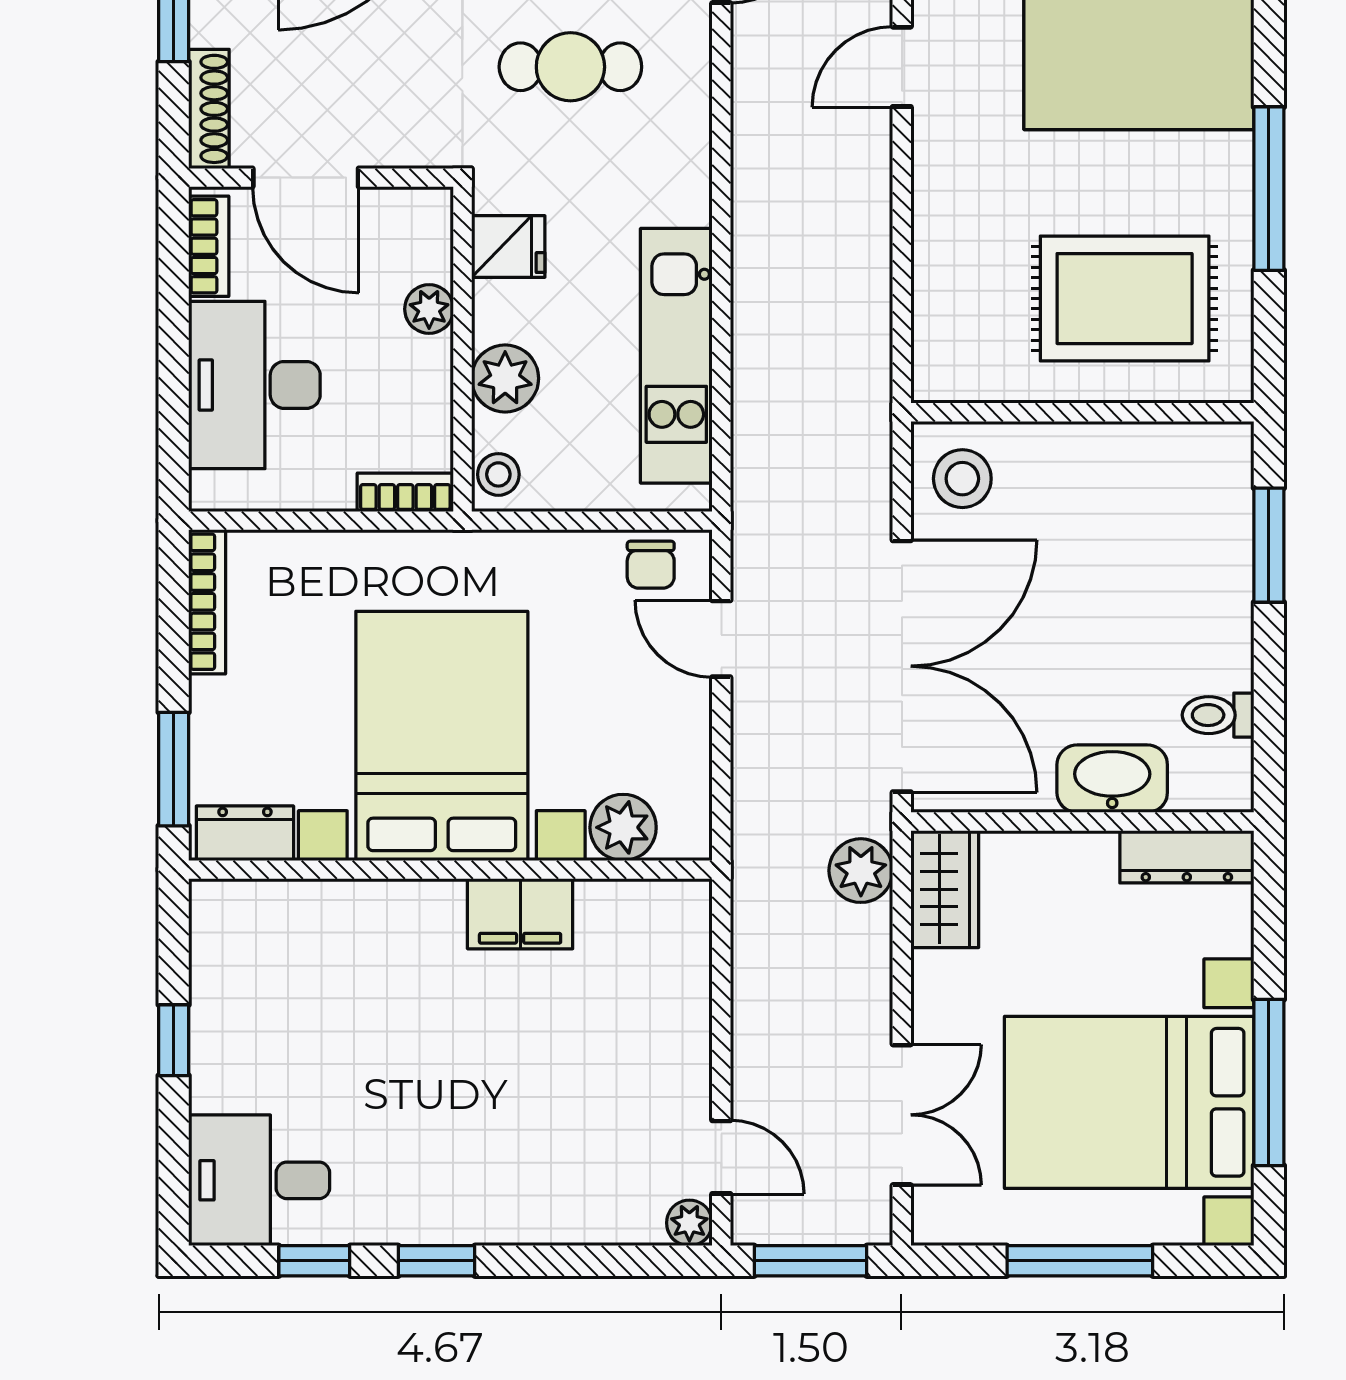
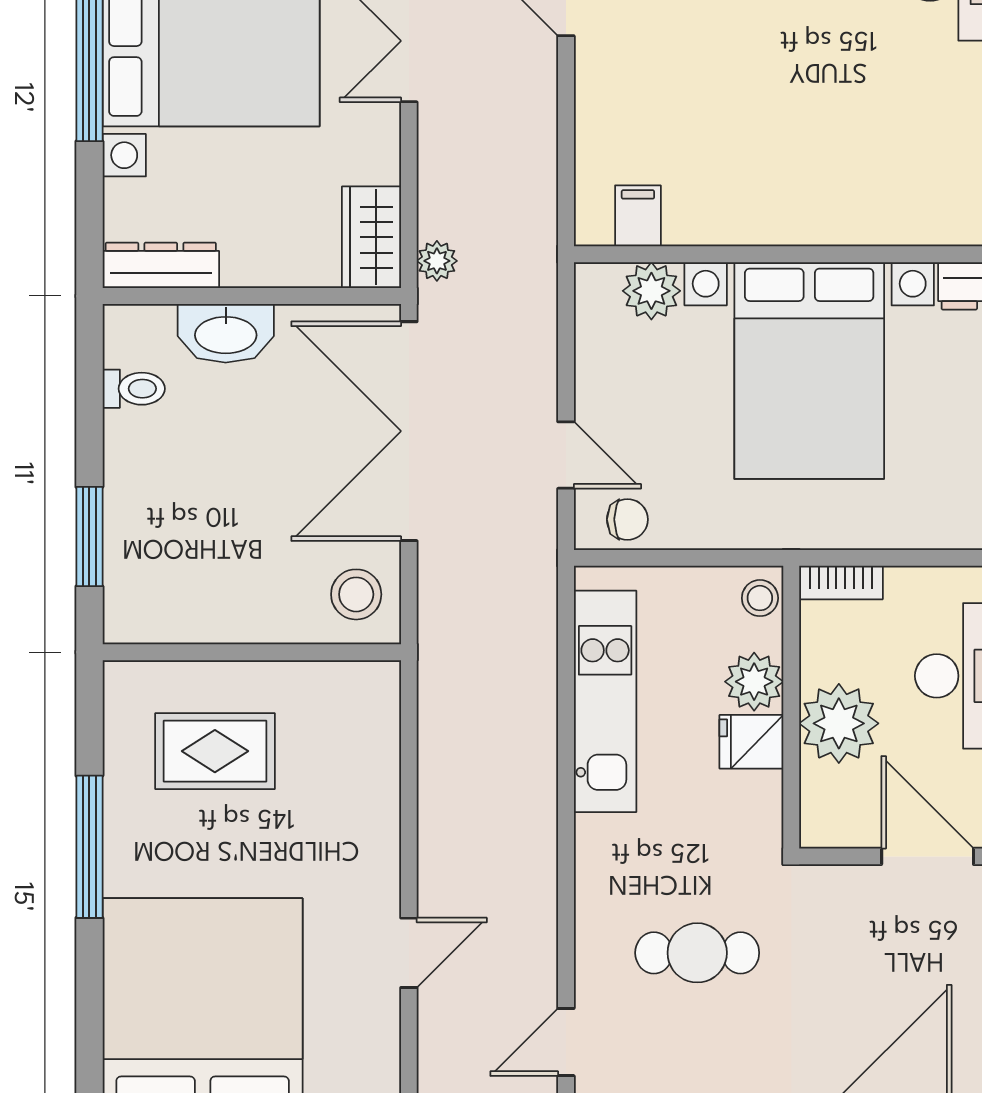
fridge: (508, 247) -> (751, 742), moved
rug: (1125, 299) -> (215, 751), width x0.73, depth x0.70
plant: (429, 309) -> (839, 723), width x1.88, depth x1.88
chair: (651, 565) -> (627, 519), turned 90
plant: (861, 871) -> (437, 261), width x0.73, depth x0.73
filing cabinet: (520, 914) -> (638, 216), moved, width x0.50

